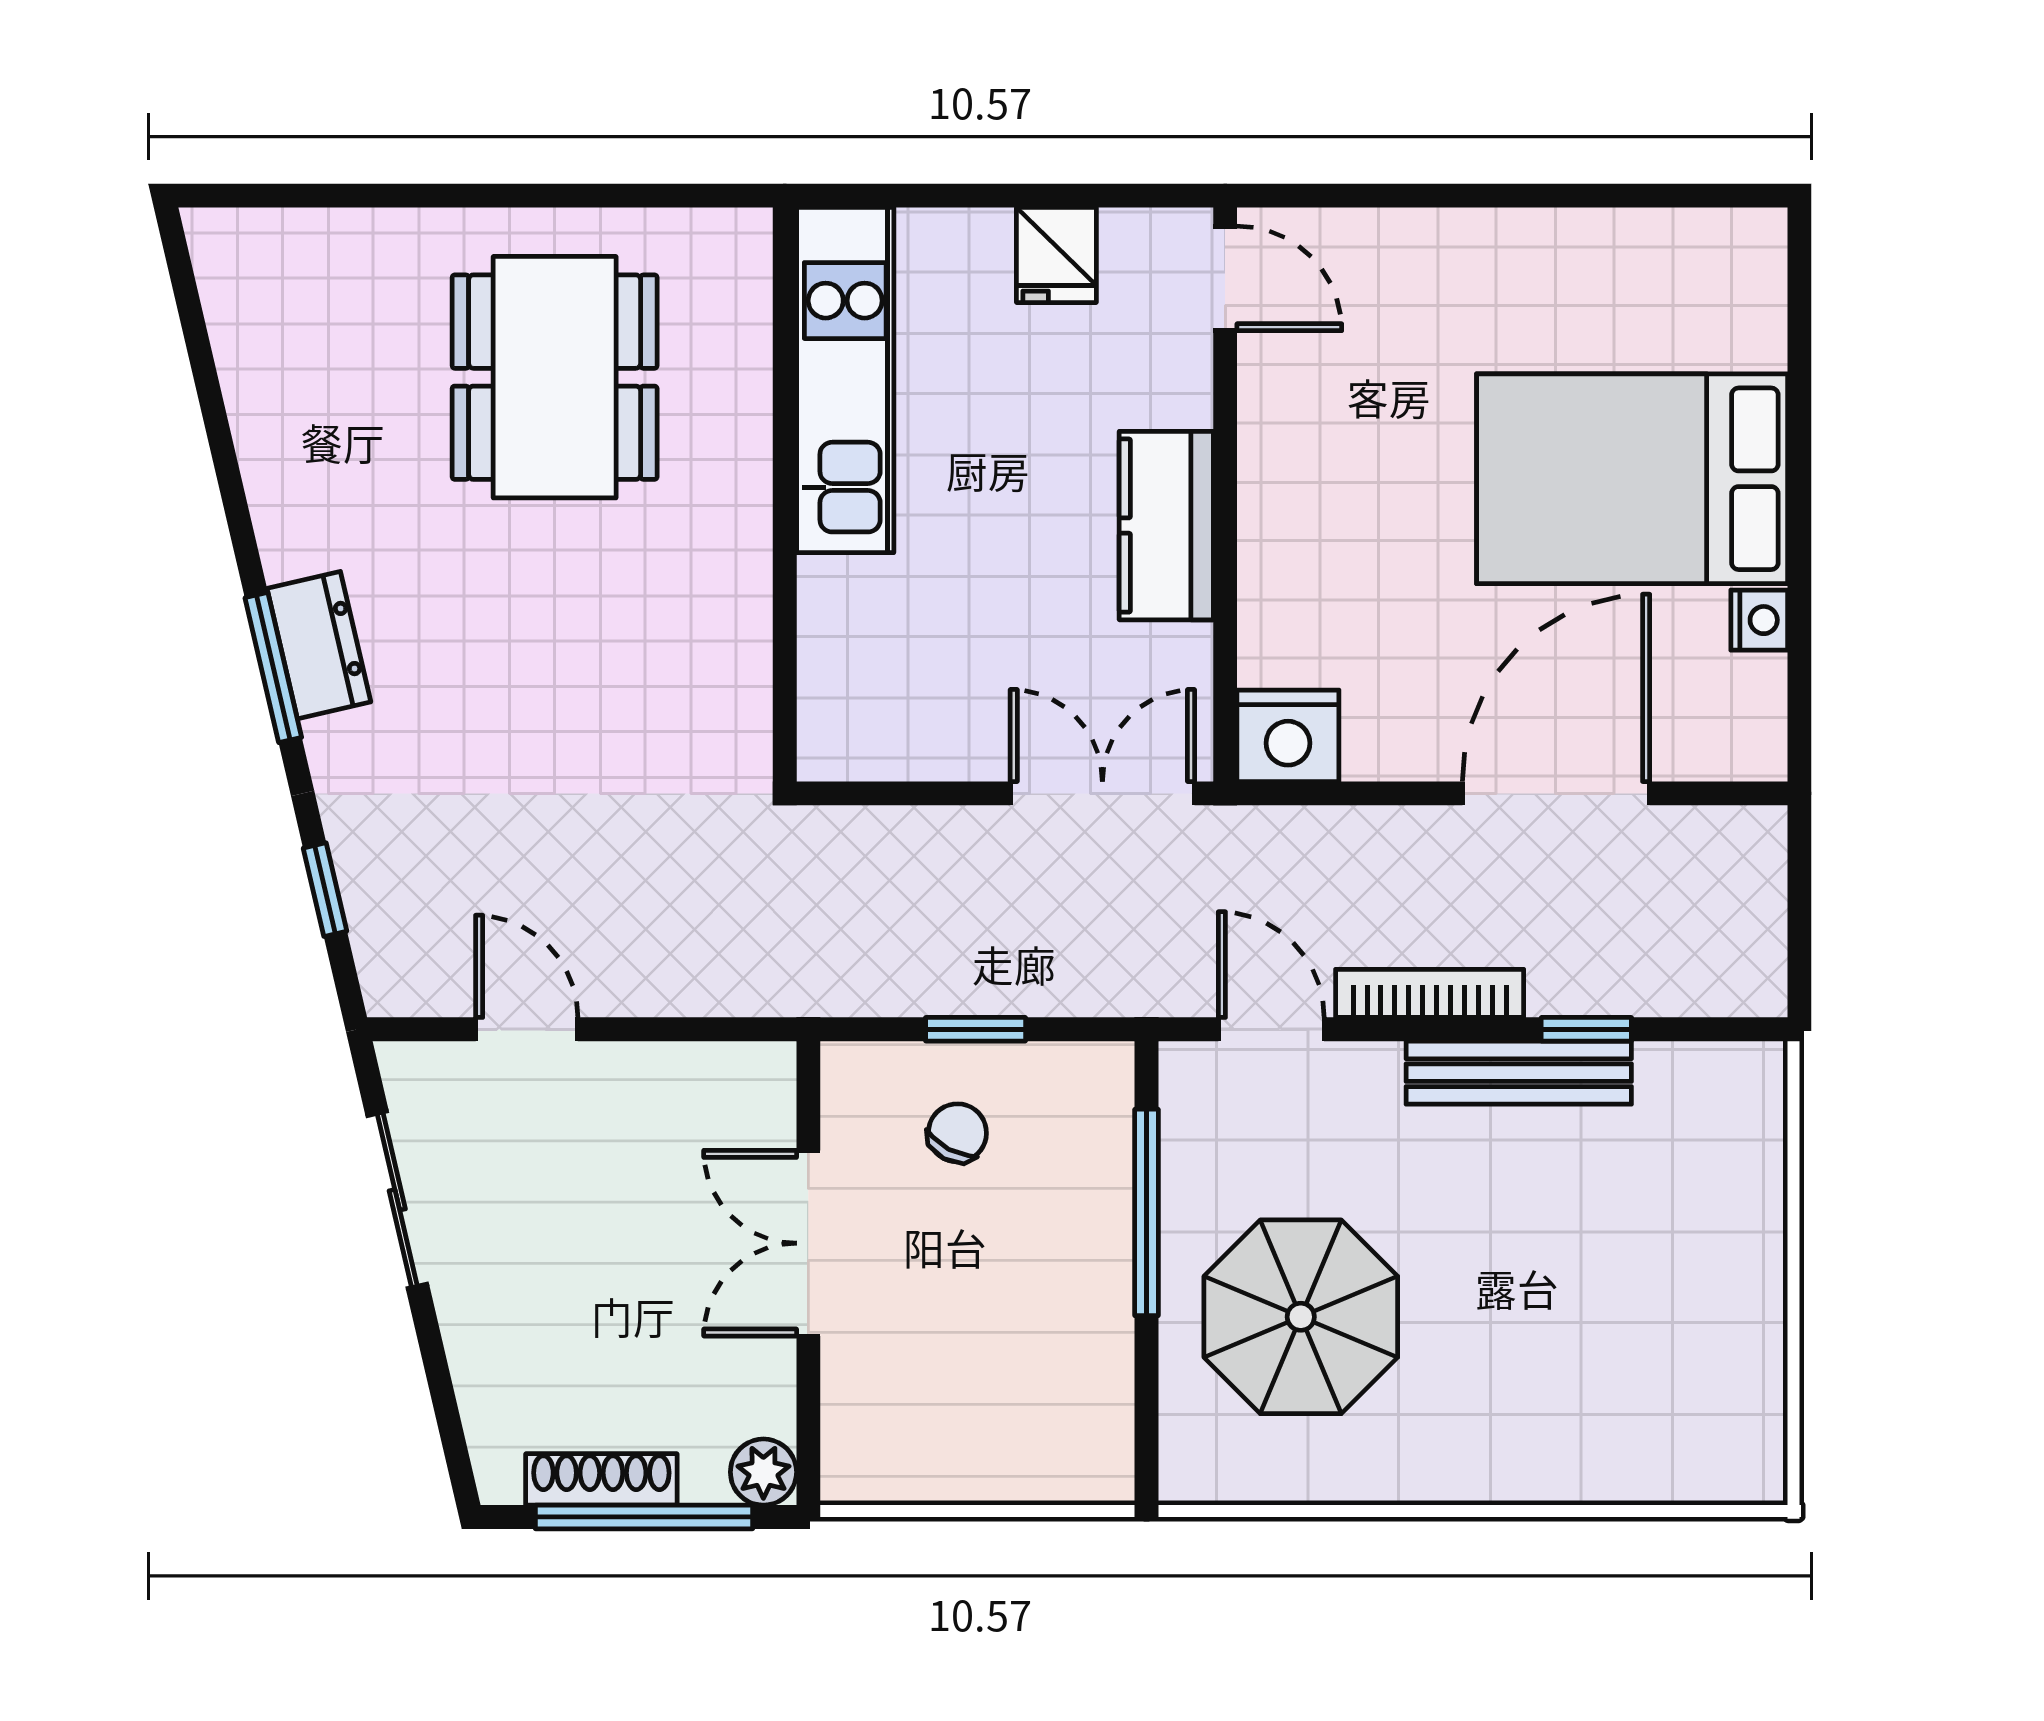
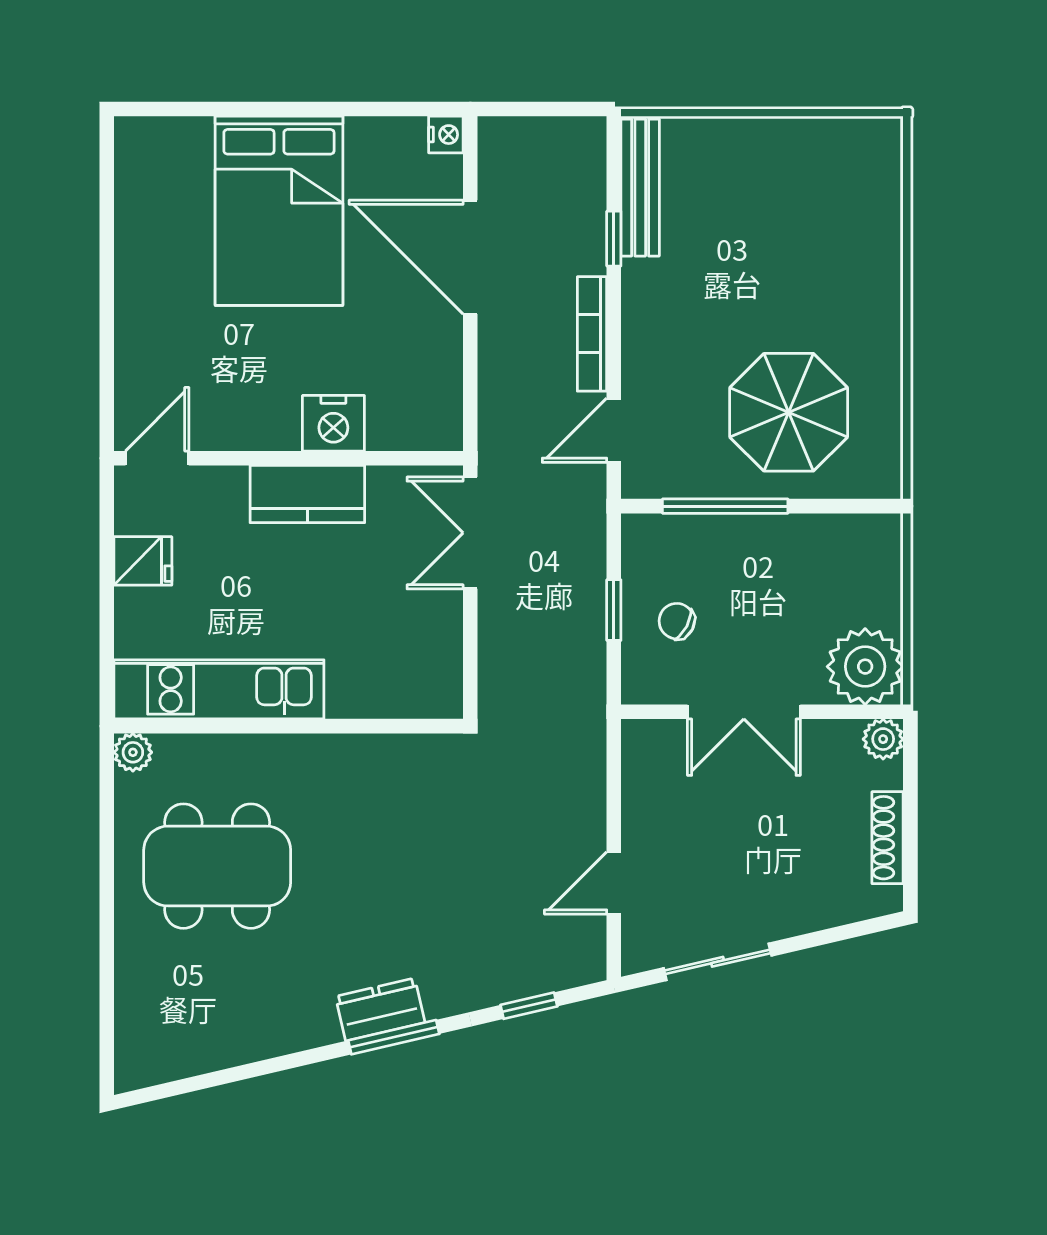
plant: (742, 239) -> (133, 752), added
nightstand: (1759, 620) -> (446, 135), moved, turned 90
nightstand: (1288, 736) -> (333, 423), moved, turned 90
bench: (1519, 1073) -> (640, 188), moved
plant: (883, 1443) -> (865, 667), added
window: (644, 1517) -> (910, 812), removed

